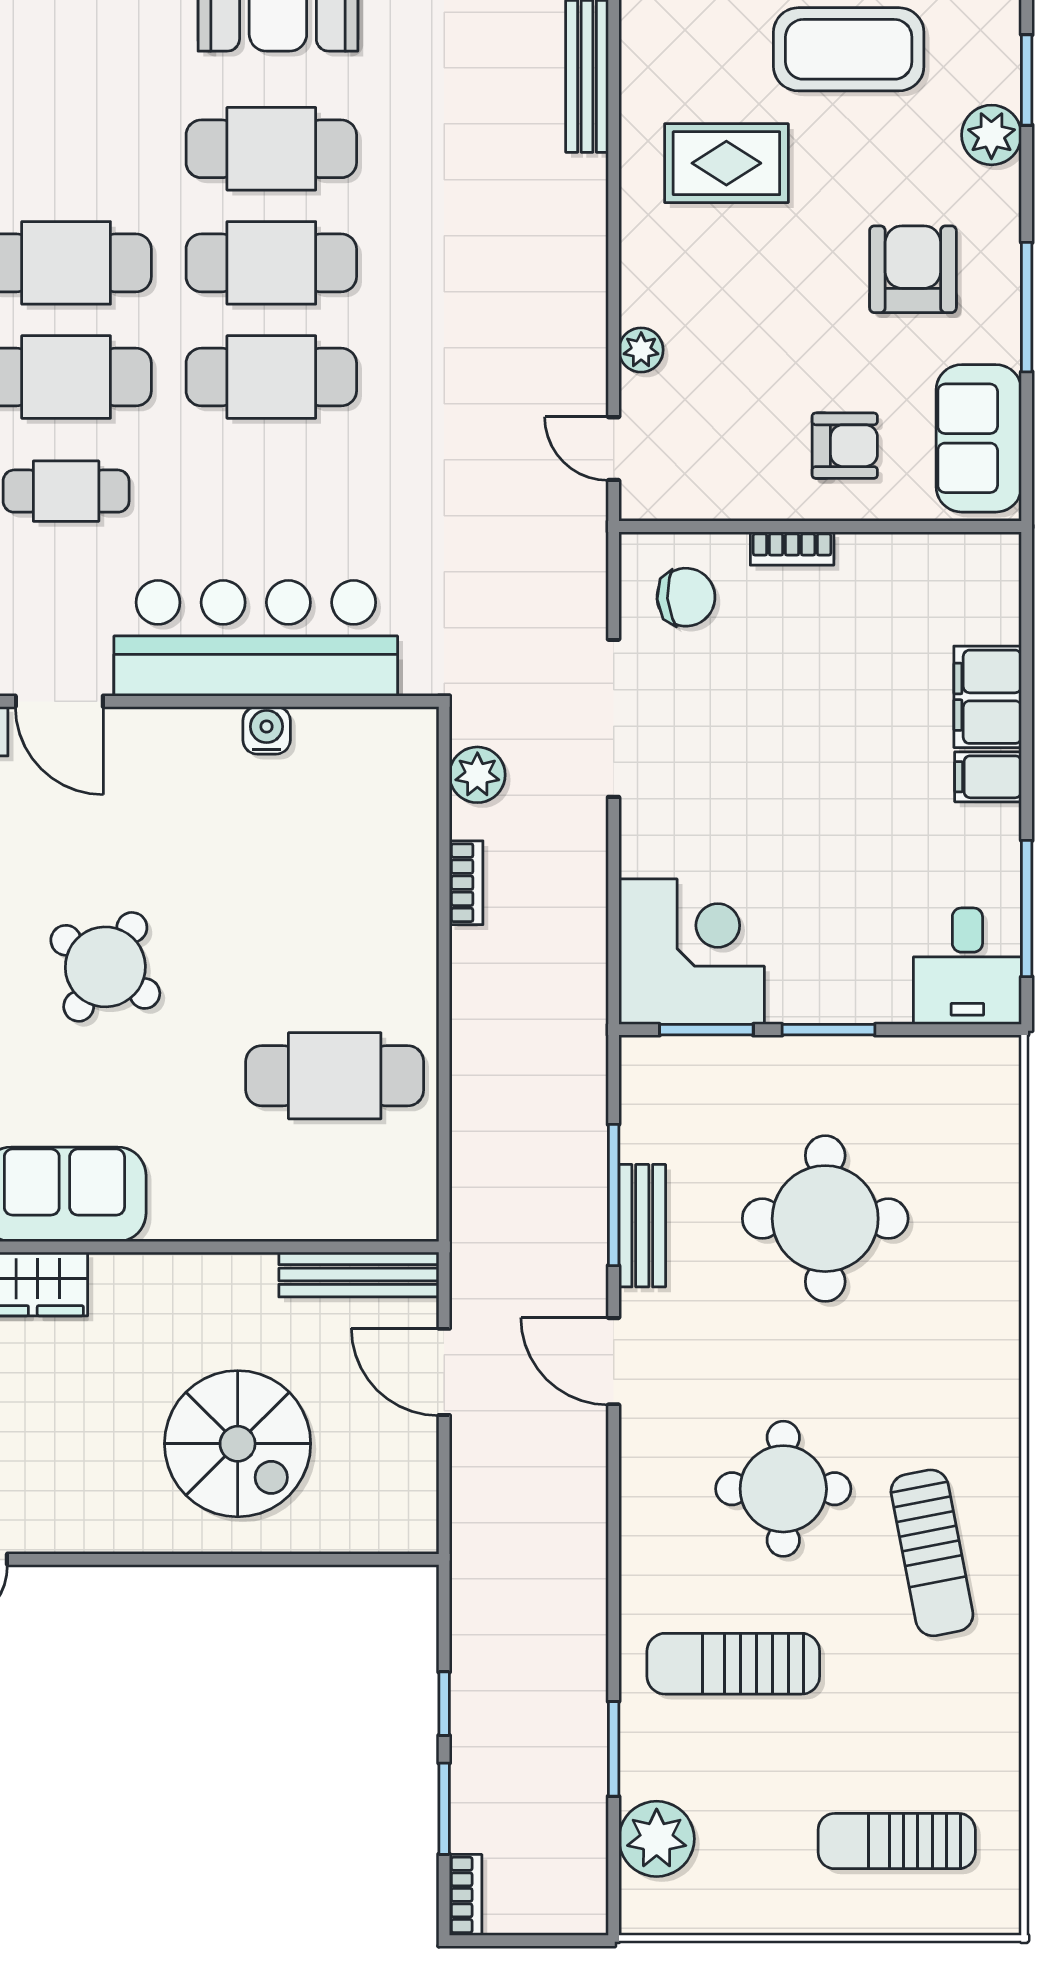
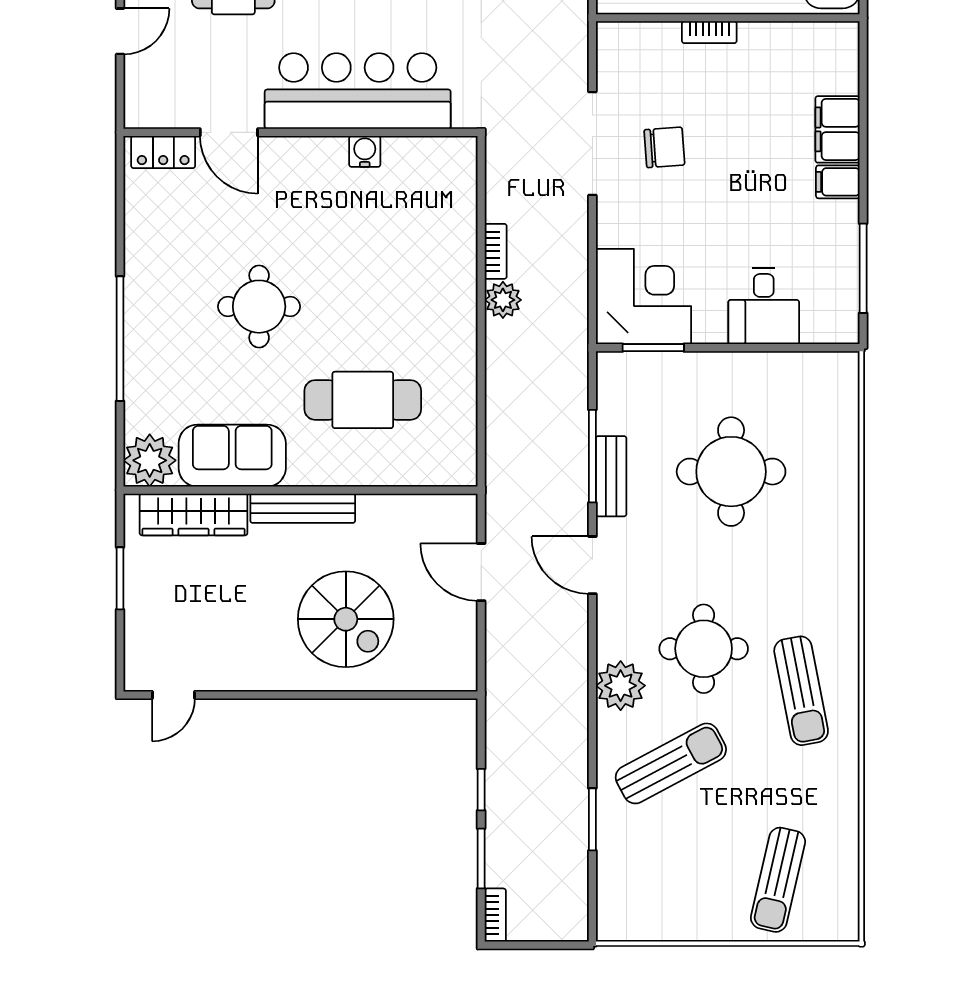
chair: (686, 597) -> (664, 147), moved
plant: (477, 775) -> (503, 300), moved
desk: (967, 966) -> (764, 306), moved
round table: (105, 967) -> (259, 307), turned -34
window: (828, 1030) -> (733, 348), removed
cafe table: (335, 1076) -> (363, 400), moved
bench: (359, 1275) -> (303, 508), moved
sun lounger: (733, 1664) -> (671, 763), turned 152
plant: (657, 1839) -> (621, 686), moved
sun lounger: (897, 1841) -> (778, 880), turned -77

